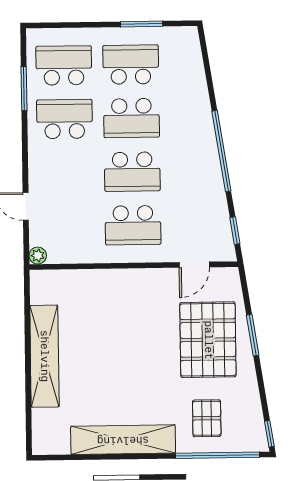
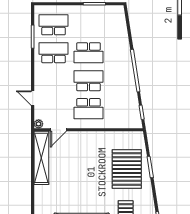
school desk: (131, 64) -> (88, 25), removed
school desk: (132, 172) -> (88, 81), turned 180
door: (194, 265) -> (58, 130), moved
shelving: (44, 356) -> (41, 158), moved

